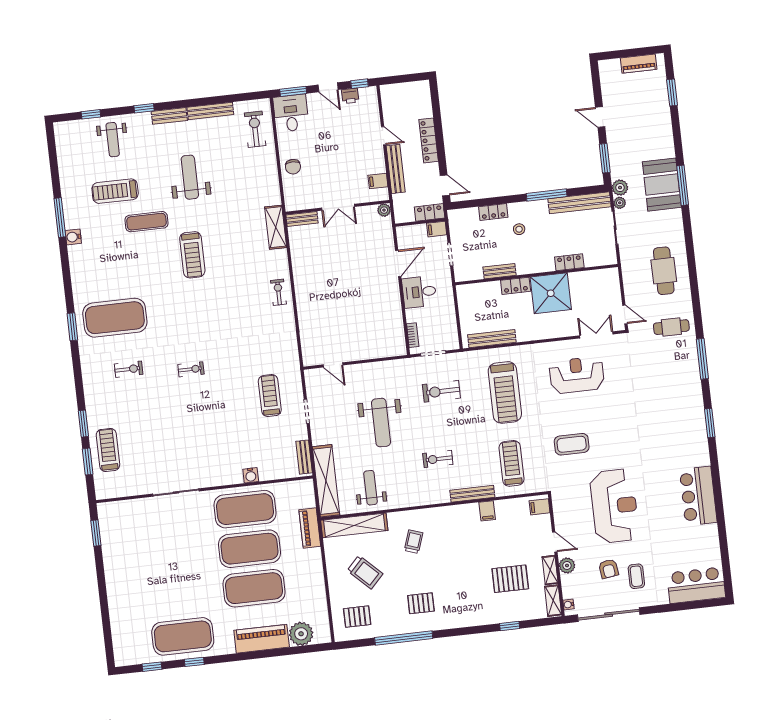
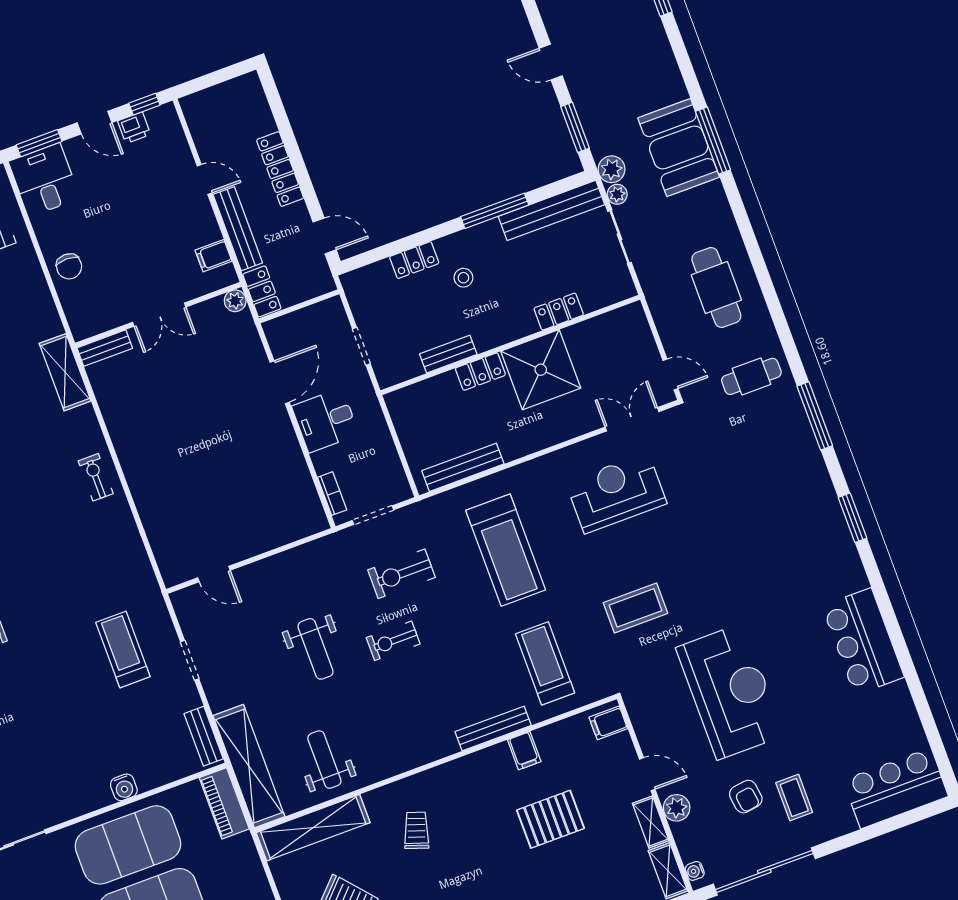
locker: (430, 212) -> (262, 291), moved, turned 90
filing cabinet: (437, 229) -> (329, 311), removed
weight bench: (381, 423) -> (316, 649), width x0.73, depth x0.75
exercise bike: (438, 459) -> (393, 641), moved
piano: (310, 528) -> (224, 803), moved
pallet: (510, 579) -> (550, 819), moved

